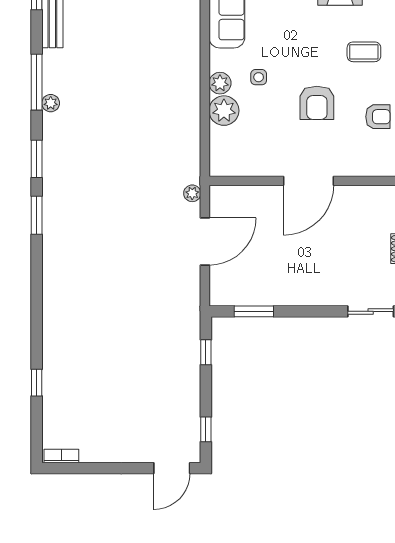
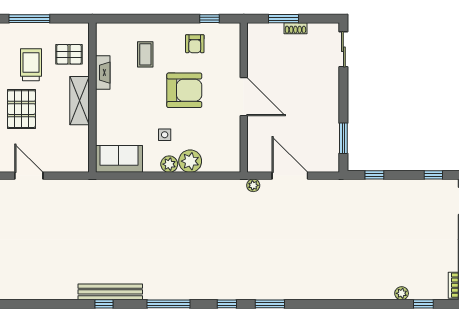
plant: (51, 103) -> (402, 293), moved
armchair: (317, 103) -> (184, 90), width x1.36, depth x1.36
armchair: (378, 117) -> (195, 44), turned 180
window: (37, 159) -> (227, 304), width x0.67
window: (37, 383) -> (423, 304), moved

